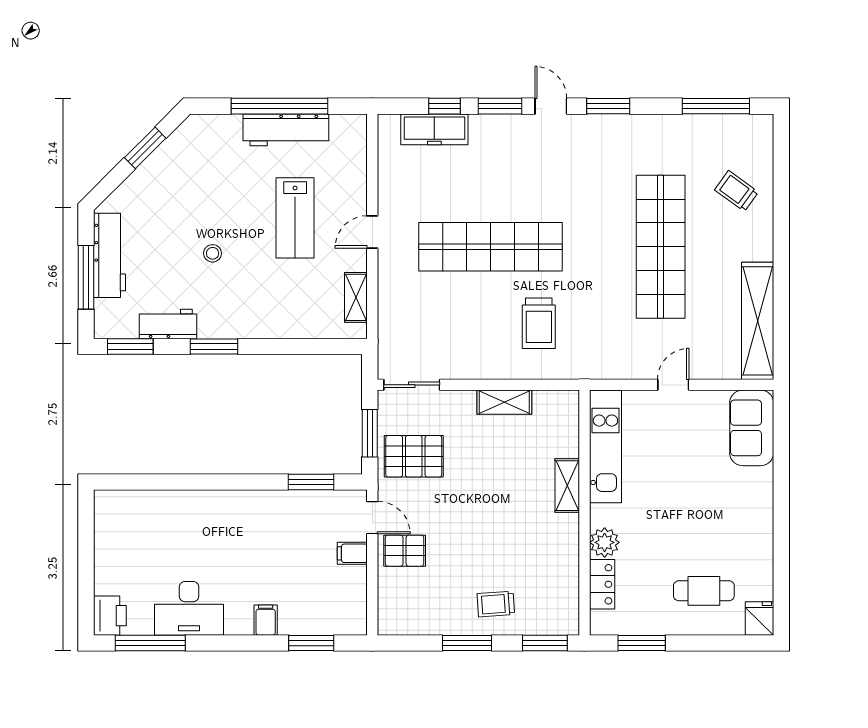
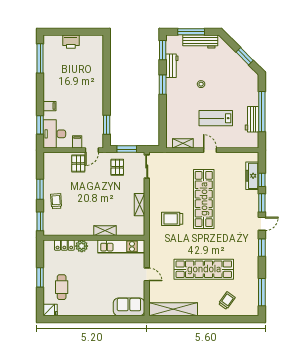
workbench: (286, 130) -> (252, 119), width x0.73
pallet: (414, 456) -> (117, 167), width x0.67, depth x0.71
desk: (189, 608) -> (54, 134), moved
printer: (110, 616) -> (71, 42), moved
window: (642, 643) -> (40, 277), moved

